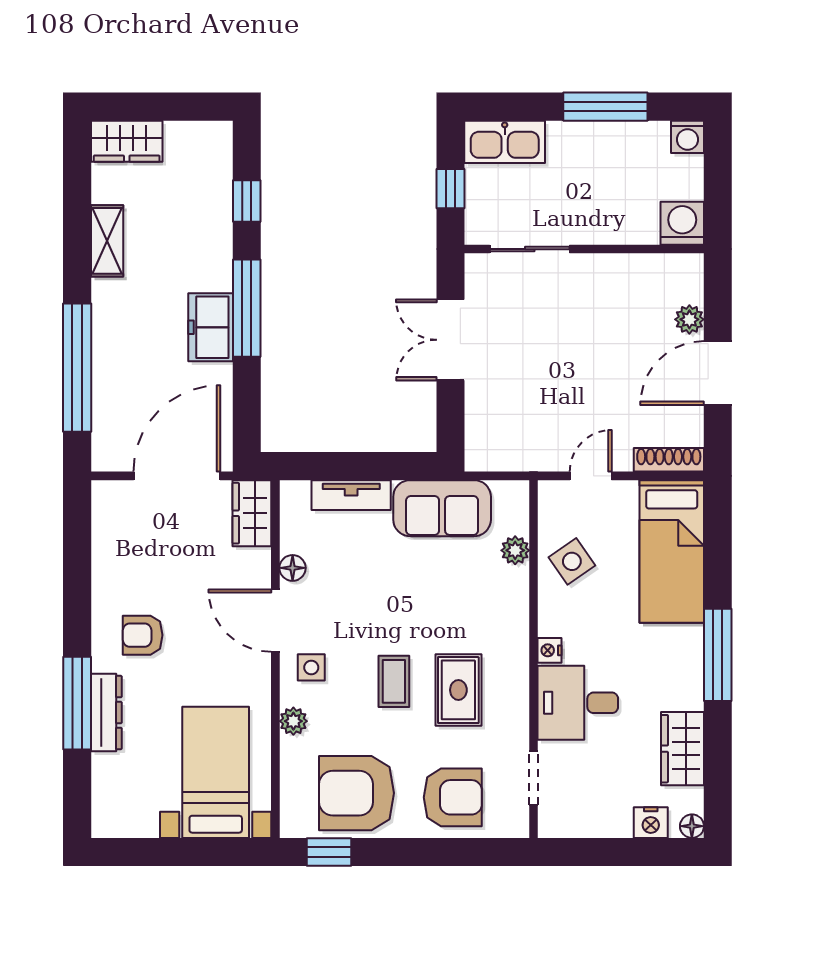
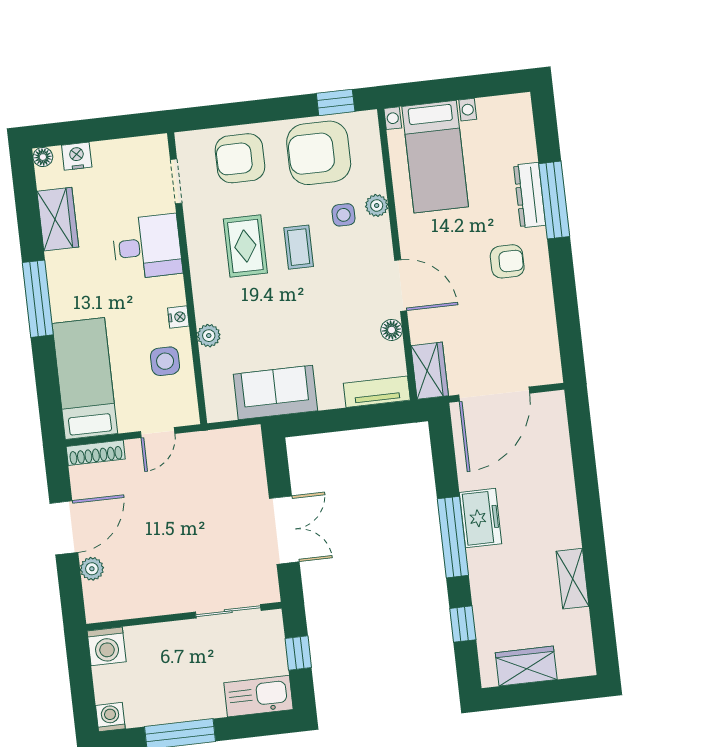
wardrobe: (127, 141) -> (526, 666), moved
window: (77, 368) -> (585, 473), removed
tv unit: (351, 495) -> (377, 392), moved
plant: (515, 550) -> (209, 336), moved
side table: (572, 561) -> (165, 361), turned 35
nightstand: (550, 650) -> (178, 317), moved
side table: (311, 667) -> (344, 215), moved
armchair: (356, 793) -> (319, 153), turned 180

